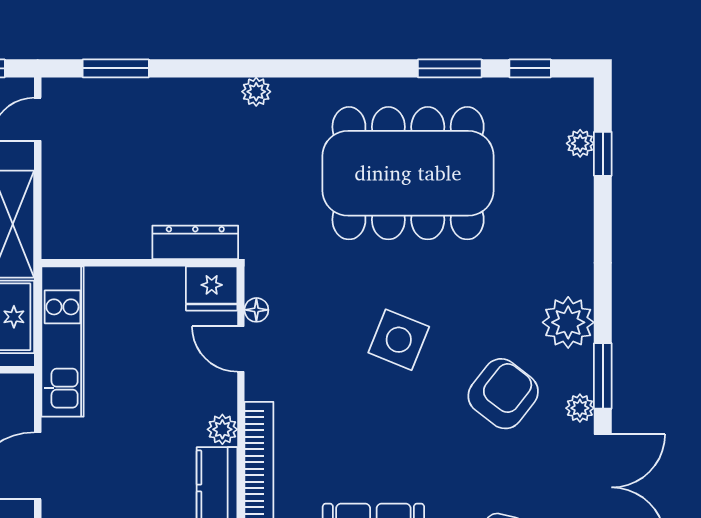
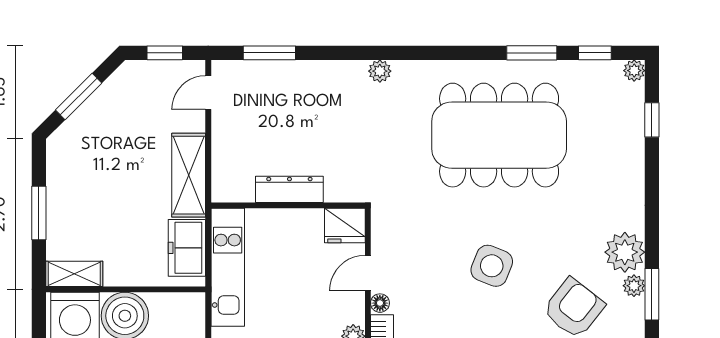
plant: (580, 143) -> (634, 71), moved
dresser: (195, 242) -> (289, 189), moved
floor lamp: (256, 310) -> (380, 303), moved
door: (241, 349) -> (368, 273), hinge flipped
plant: (580, 408) -> (634, 286), moved

